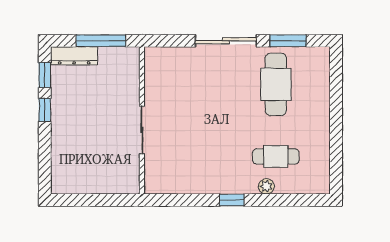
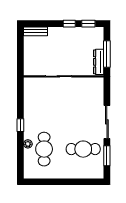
dresser: (74, 56) -> (99, 62), moved
cafe table: (276, 156) -> (44, 149), width x1.37, depth x1.35
bench: (59, 172) -> (35, 31), added

